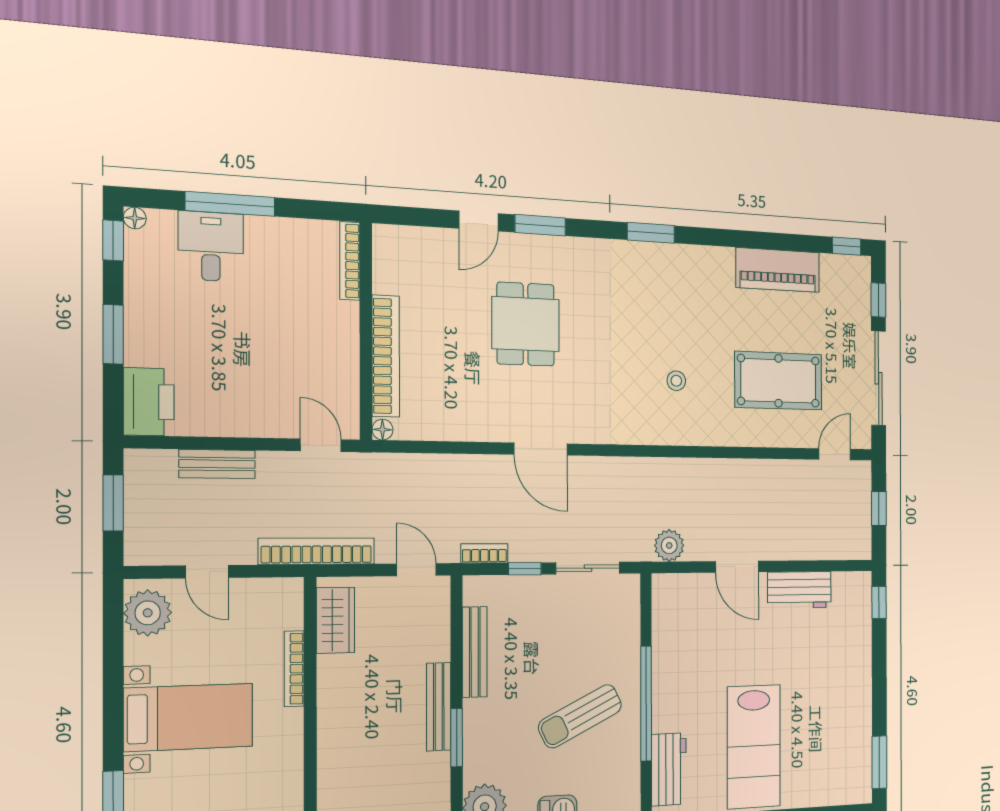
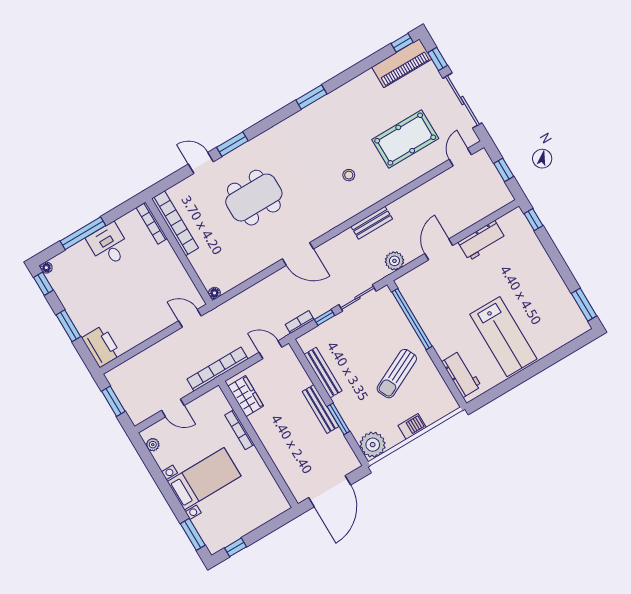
door: (479, 221) -> (201, 163), swing flipped
window: (651, 233) -> (311, 97), moved
desk: (211, 246) -> (109, 245), moved
piano: (778, 270) -> (402, 63), moved
dining table: (526, 324) -> (254, 198), width x1.38
bookcase: (386, 356) -> (175, 223), moved
bench: (217, 464) -> (372, 223), moved
door: (737, 567) -> (439, 249), swing flipped
plant: (148, 613) -> (153, 445), width x0.53, depth x0.53
window: (646, 704) -> (412, 319), moved

